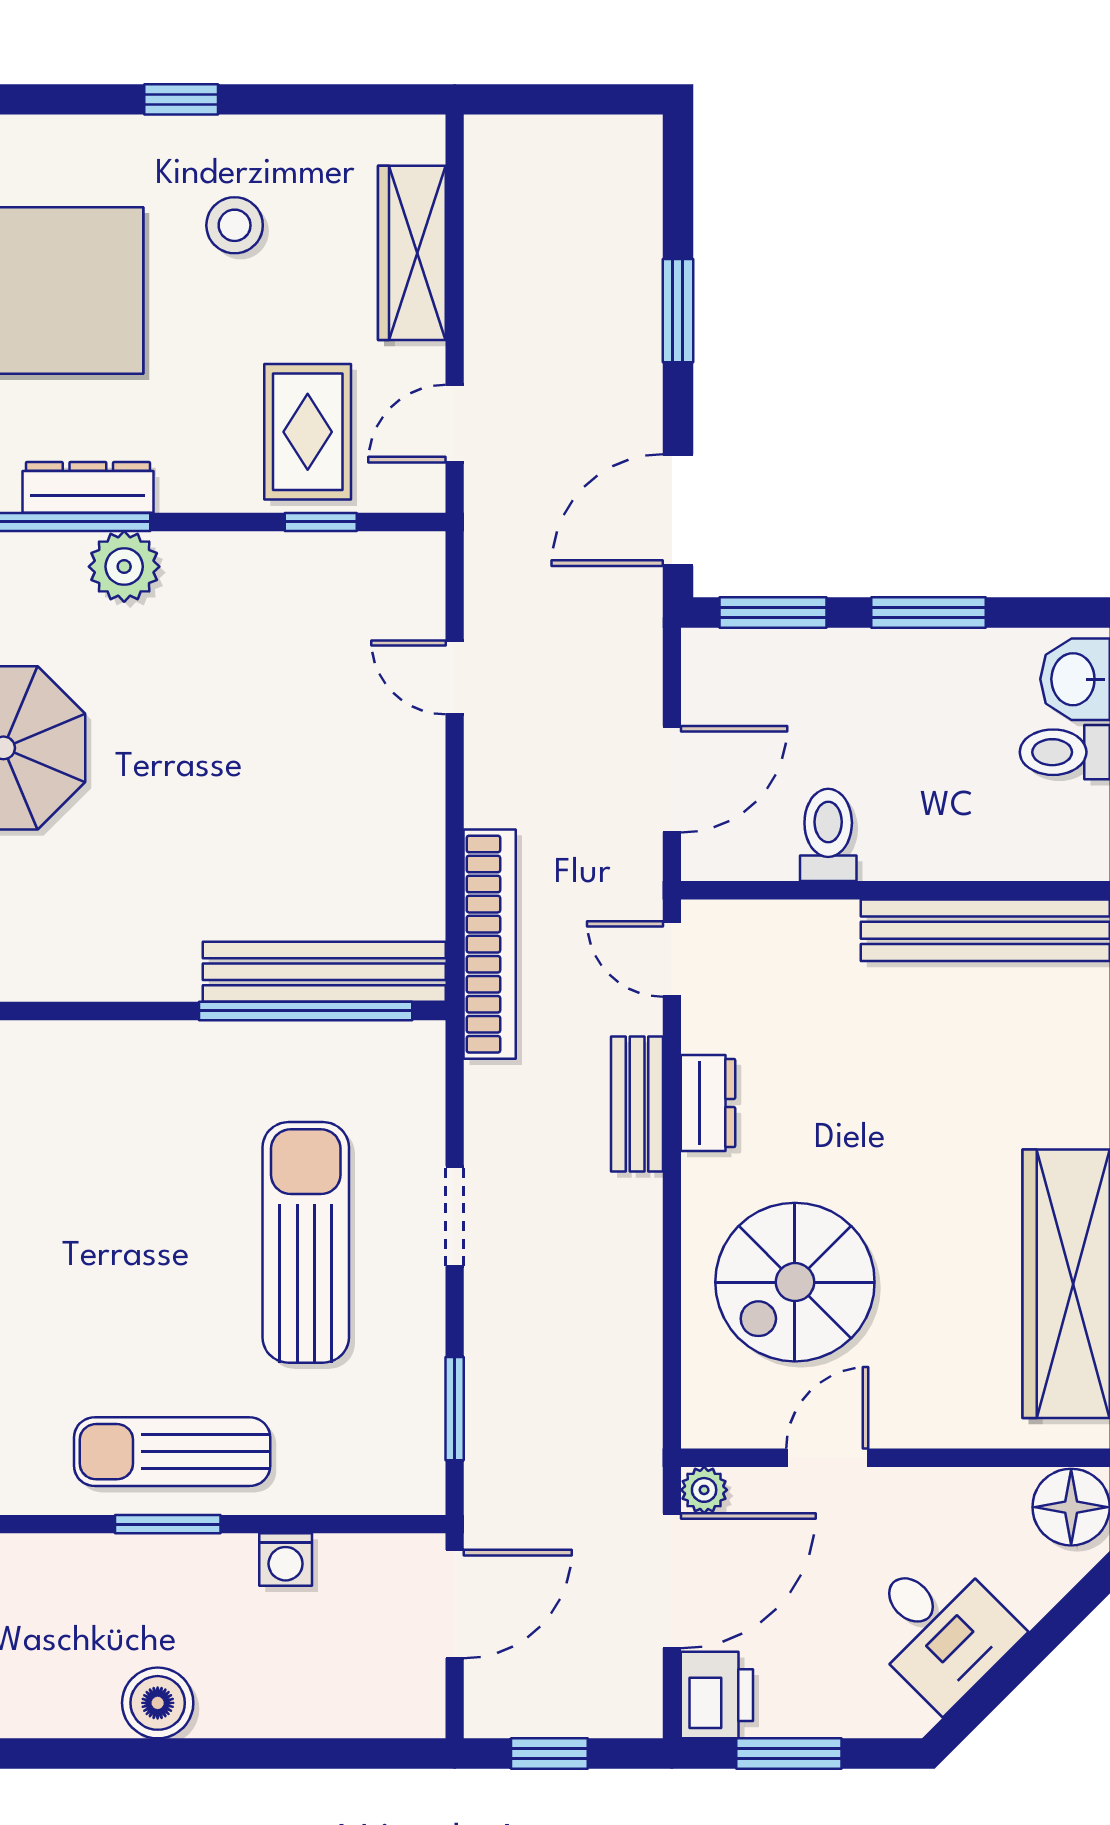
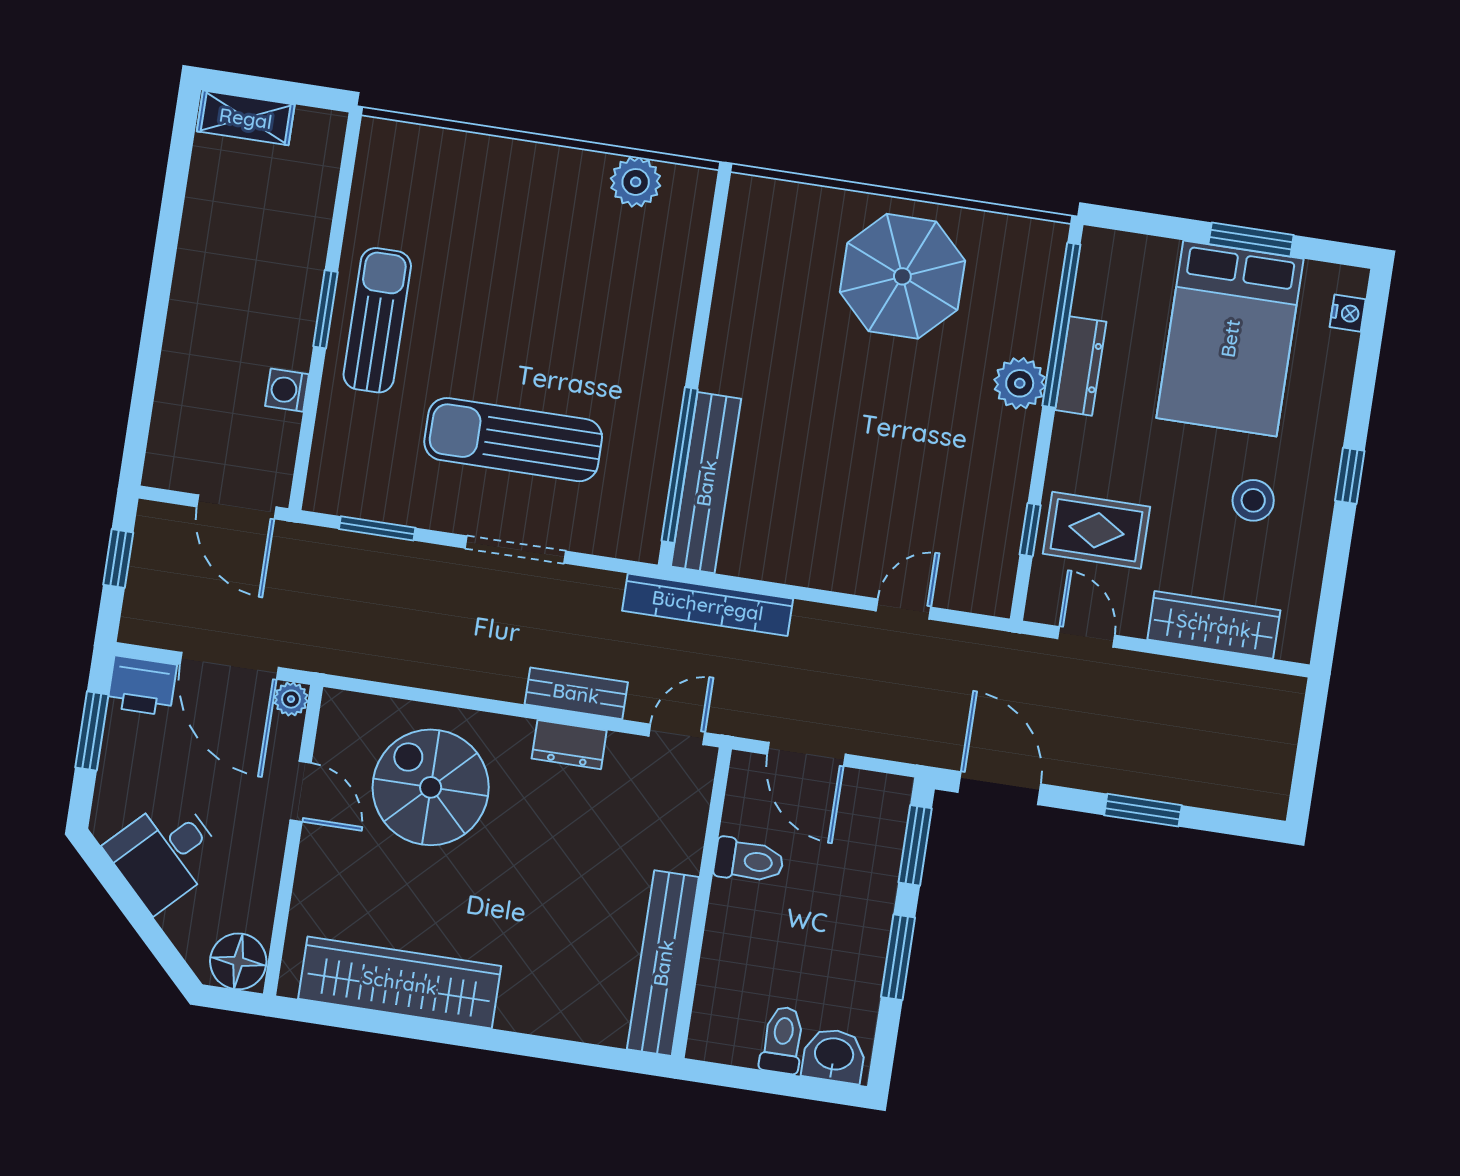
doorway: (455, 1216) -> (516, 550), width x1.38
sun lounger: (306, 1242) -> (513, 440), turned 180
boiler: (158, 1703) -> (198, 282), removed

